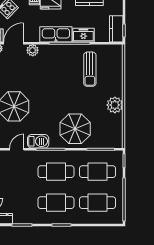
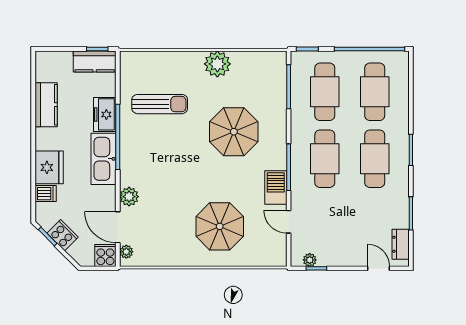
parasol: (75, 129) -> (234, 132), moved

